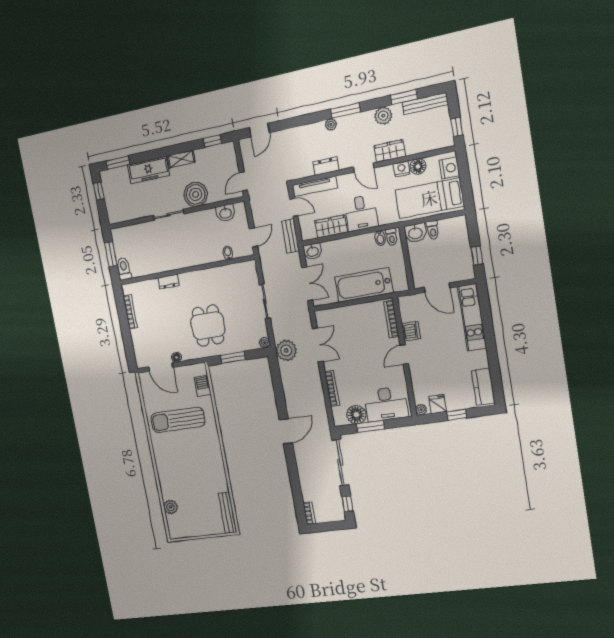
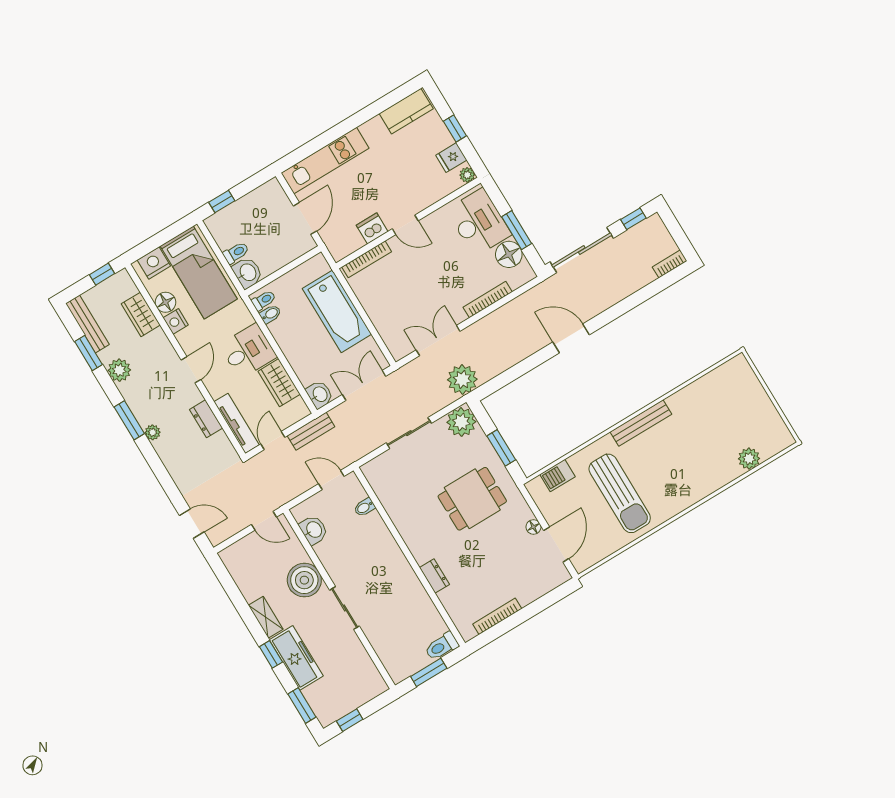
window: (212, 141) -> (271, 654), moved
wardrobe: (390, 151) -> (141, 314), moved
window: (477, 256) -> (222, 202), moved
plant: (265, 343) -> (461, 422), width x1.87, depth x1.87
bench: (228, 513) -> (641, 423), moved

